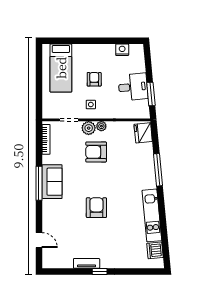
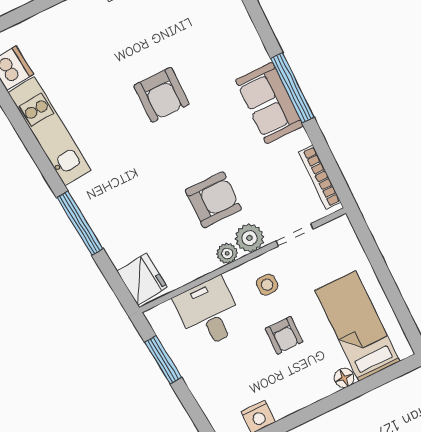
floor lamp: (77, 49) -> (344, 378), added
desk: (133, 87) -> (209, 313), moved, turned 95

